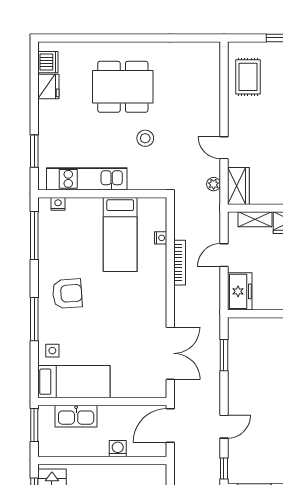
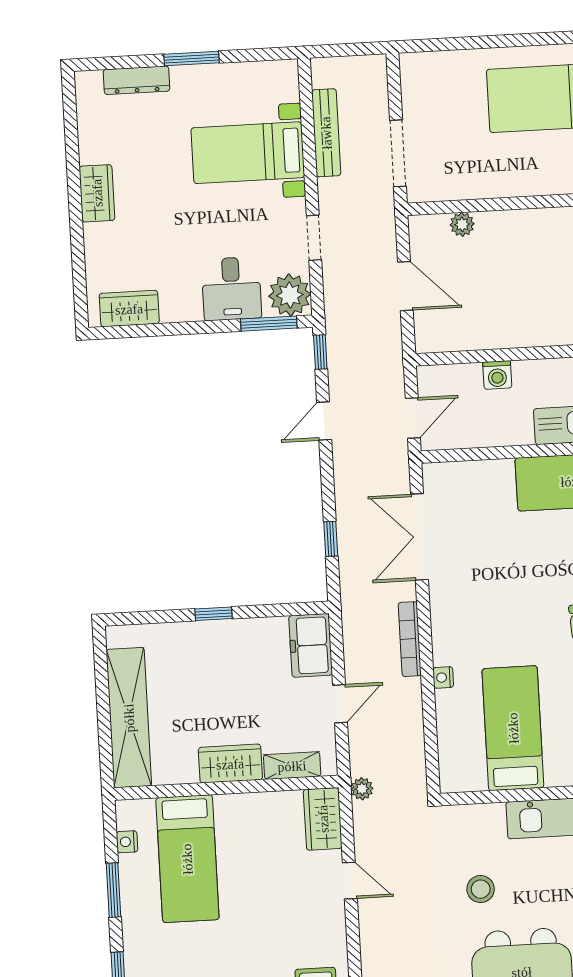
plant: (214, 184) -> (362, 789), moved
nightstand: (161, 238) -> (443, 677), moved
bookcase: (180, 263) -> (410, 639), moved
window: (224, 355) -> (331, 539), width x0.67
door: (170, 425) -> (413, 418), width x0.73

